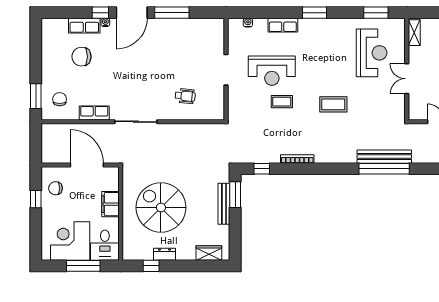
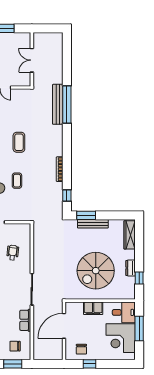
wardrobe: (209, 253) -> (130, 235), width x1.50

